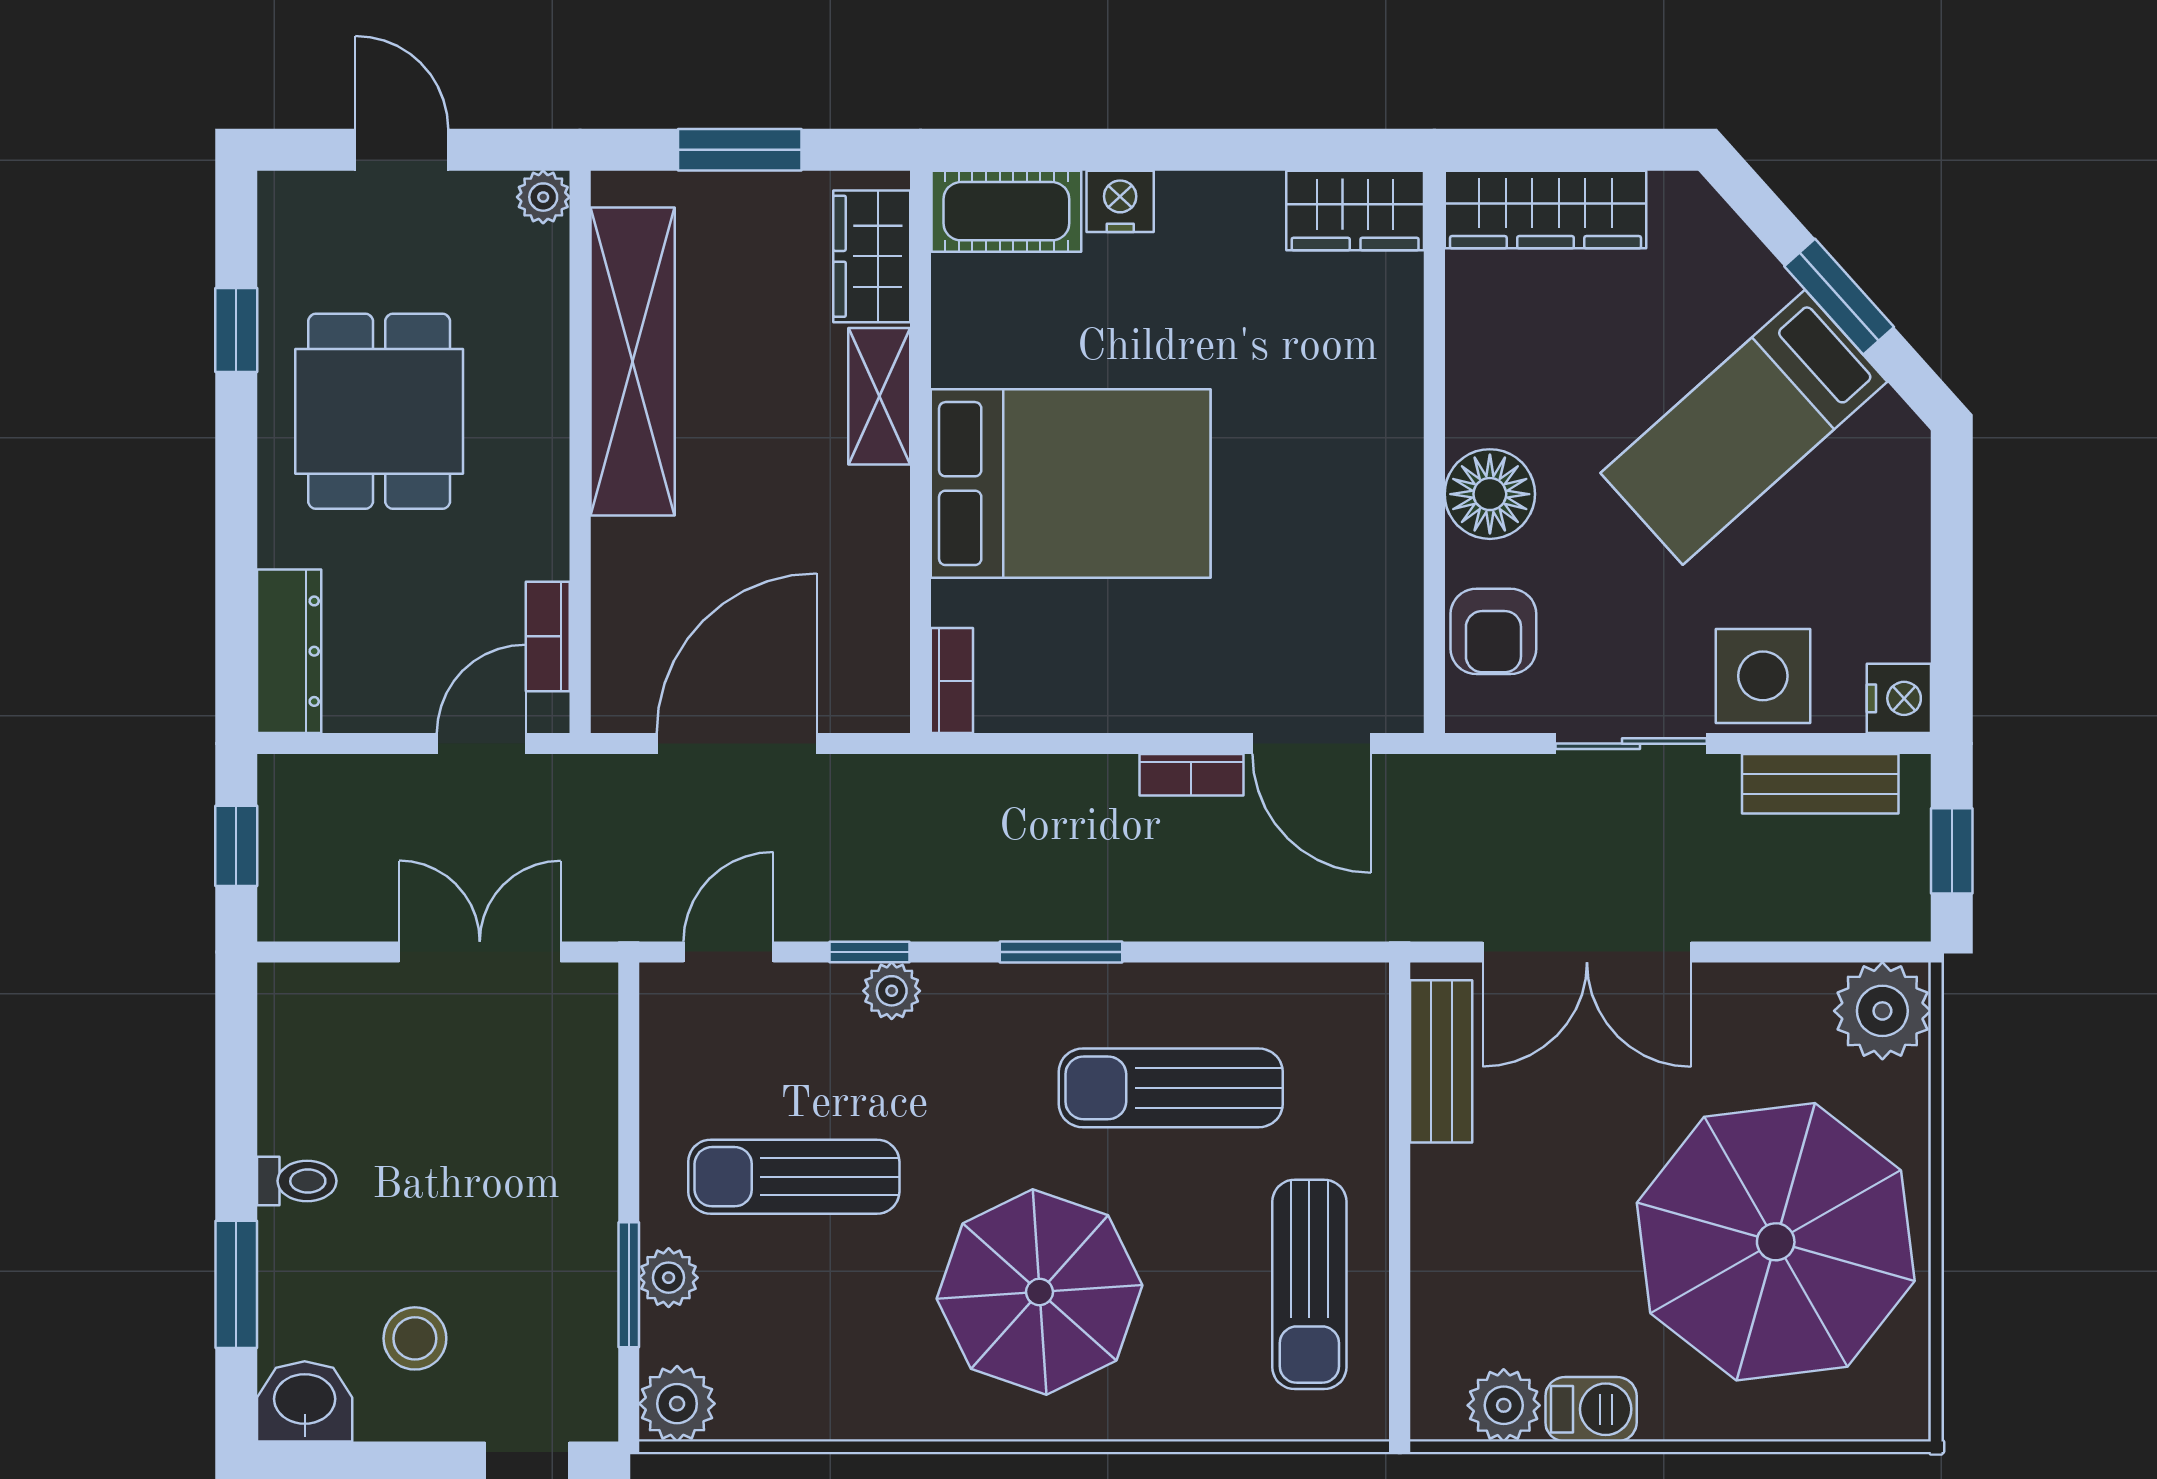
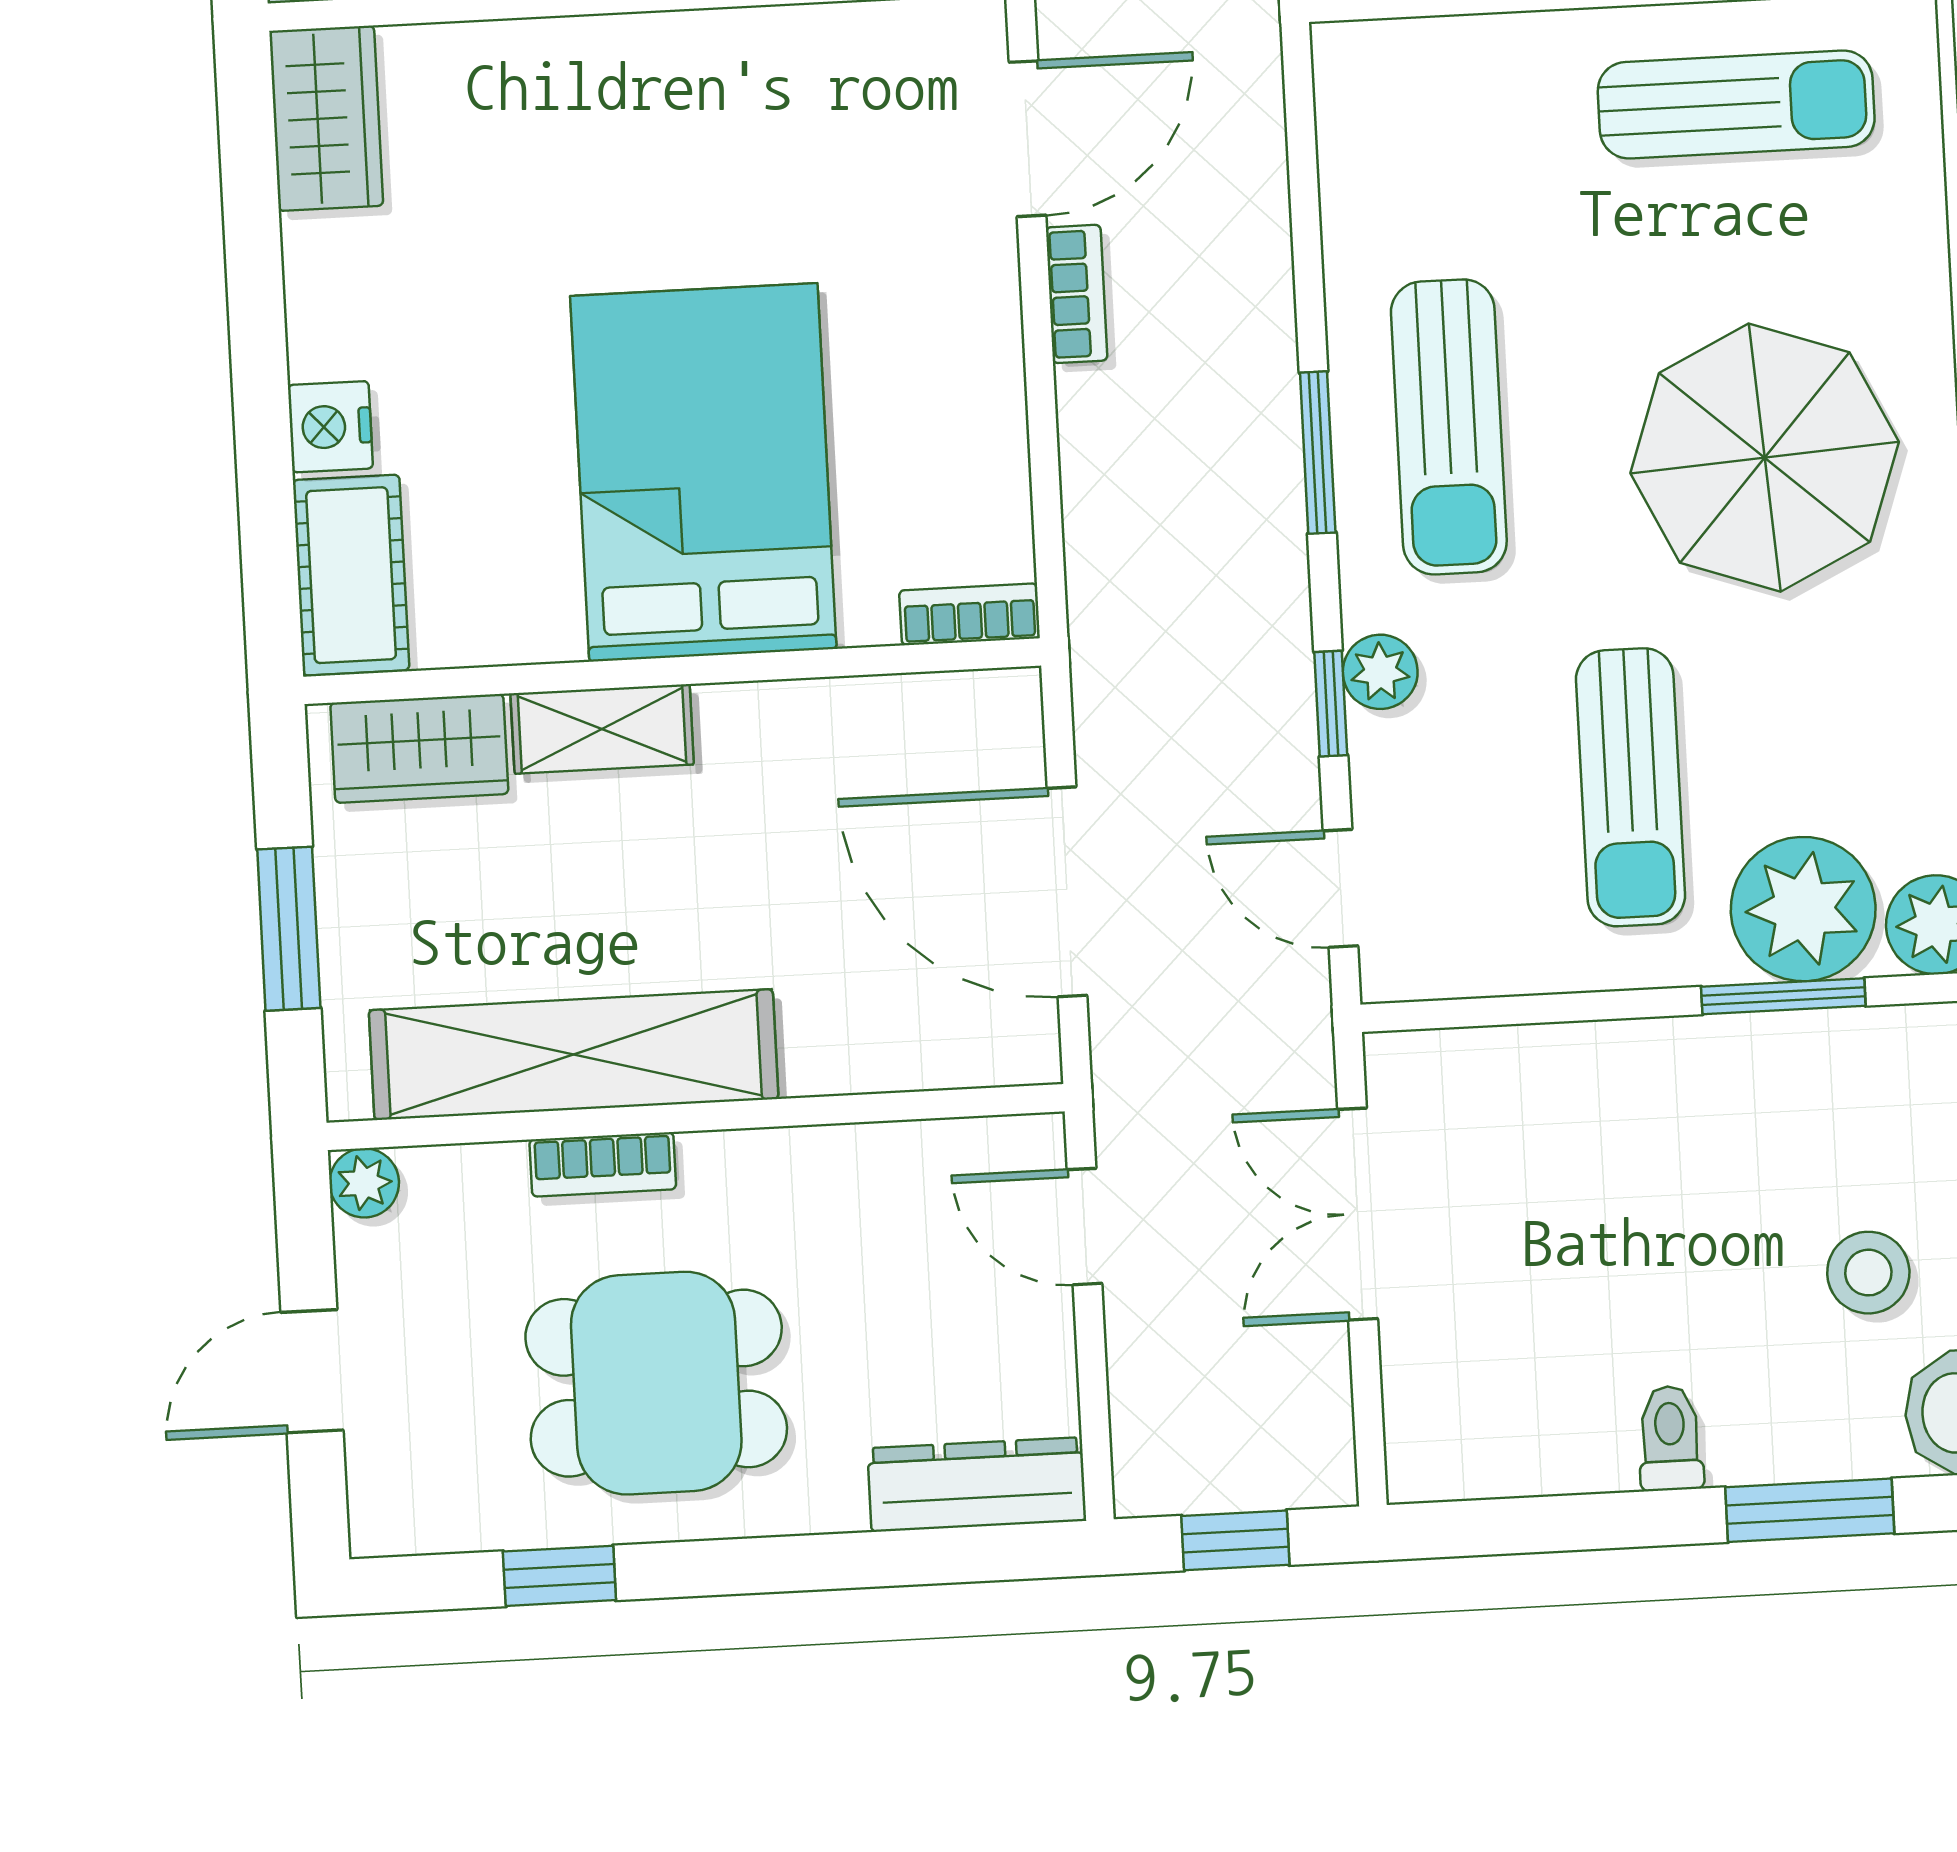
bookcase: (548, 636) -> (603, 1164), moved
sun lounger: (1171, 1088) -> (1449, 427), moved
plant: (669, 1278) -> (1803, 909), width x1.88, depth x1.88

